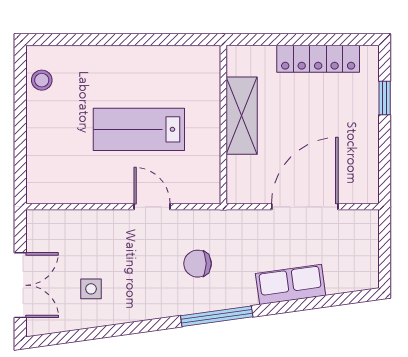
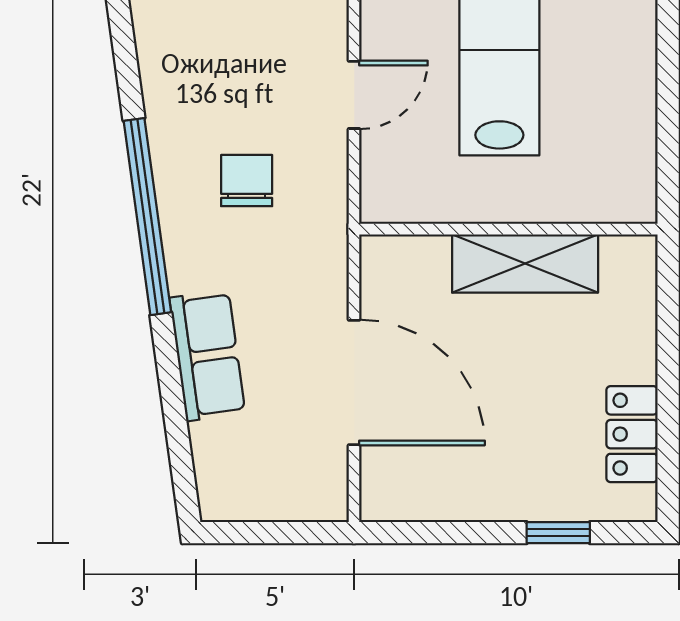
locker: (318, 59) -> (632, 434), width x0.66
window: (217, 316) -> (147, 217), width x1.46

